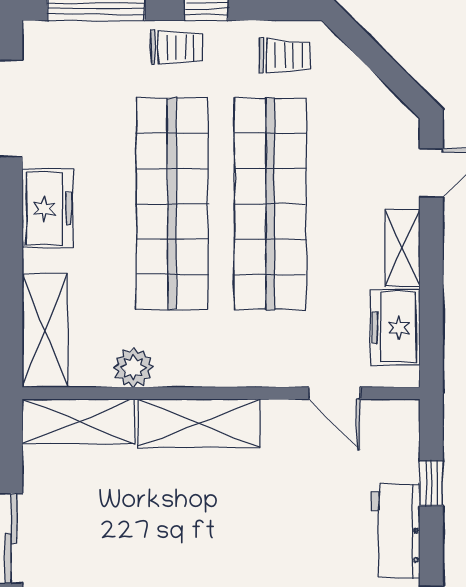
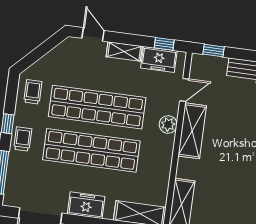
window: (431, 335) -> (164, 44), added
plant: (133, 367) -> (168, 125), moved
shelving: (199, 423) -> (192, 131), moved
window: (431, 483) -> (213, 50), moved

